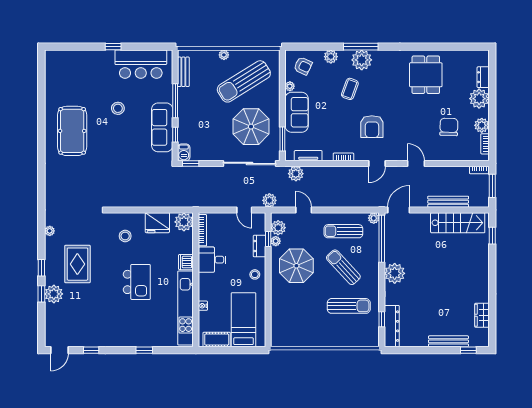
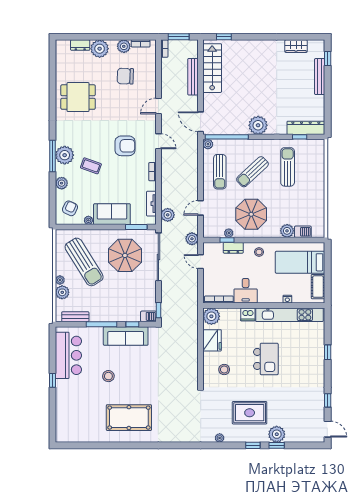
plant: (210, 57) -> (62, 292), added
door: (244, 210) -> (201, 262), swing flipped
plant: (278, 228) -> (287, 231), moved
kitchen island: (137, 282) -> (266, 359), turned 90
barbecue: (277, 323) -> (303, 232), added

